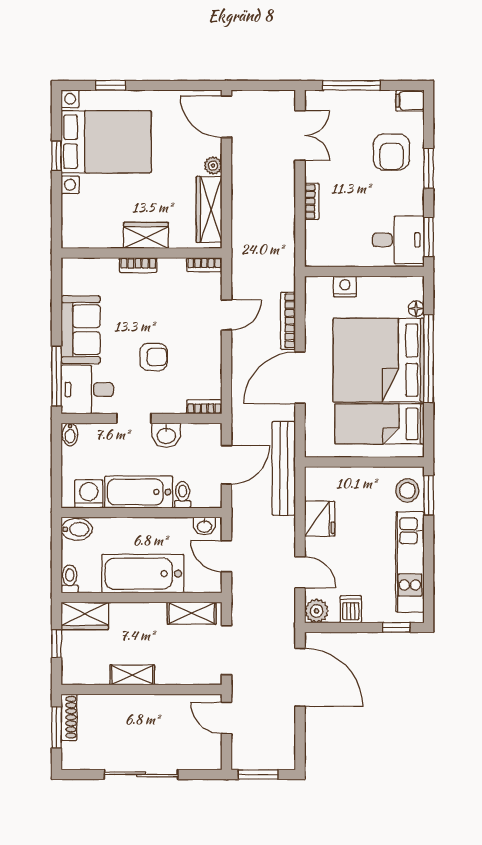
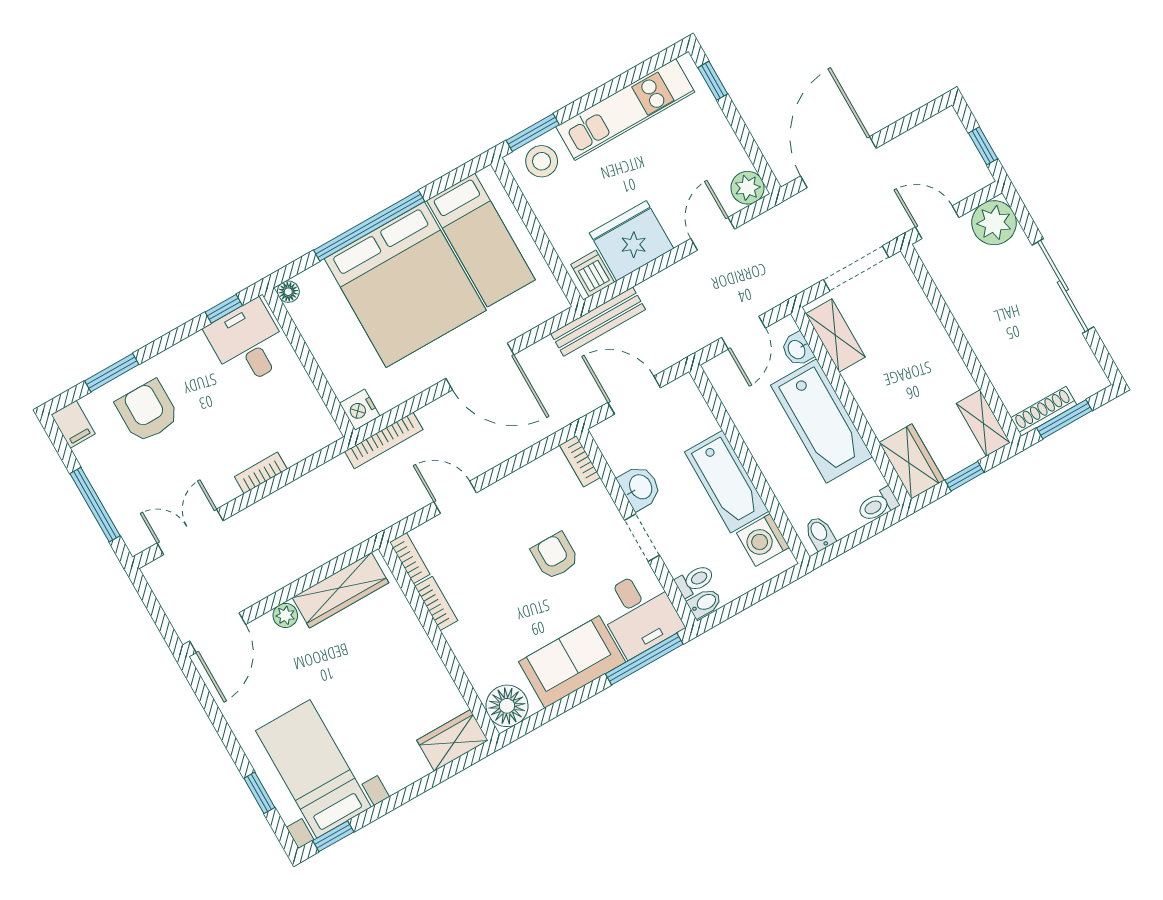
bed with nightstands: (106, 142) -> (313, 769), width x0.73
armchair: (391, 152) -> (147, 411), turned -90
window: (57, 156) -> (333, 836), moved
window: (429, 168) -> (112, 373), moved
wardrobe: (146, 235) -> (452, 740), moved, turned 90
window: (429, 237) -> (224, 309), width x0.67
bookcase: (138, 265) -> (436, 603), moved
floor lamp: (76, 273) -> (507, 706), added
nightstand: (345, 287) -> (360, 410), moved
floor lamp: (416, 309) -> (288, 292), moved
bookcase: (288, 321) -> (384, 440), moved
bench: (284, 468) -> (598, 322), width x0.73, depth x0.82
toilet: (183, 495) -> (695, 581), moved, turned 180
fridge: (320, 519) -> (632, 241), width x1.36, depth x1.34
washbasin: (204, 526) -> (797, 349), moved, turned 180
bidet: (77, 529) -> (820, 533), width x0.72, depth x0.74
dishwasher: (351, 609) -> (593, 273), moved, turned 90
shelving: (132, 675) -> (983, 423), moved
door: (226, 718) -> (937, 222), swing flipped
plant: (206, 754) -> (994, 223), added
window: (258, 774) -> (983, 146), width x0.67

